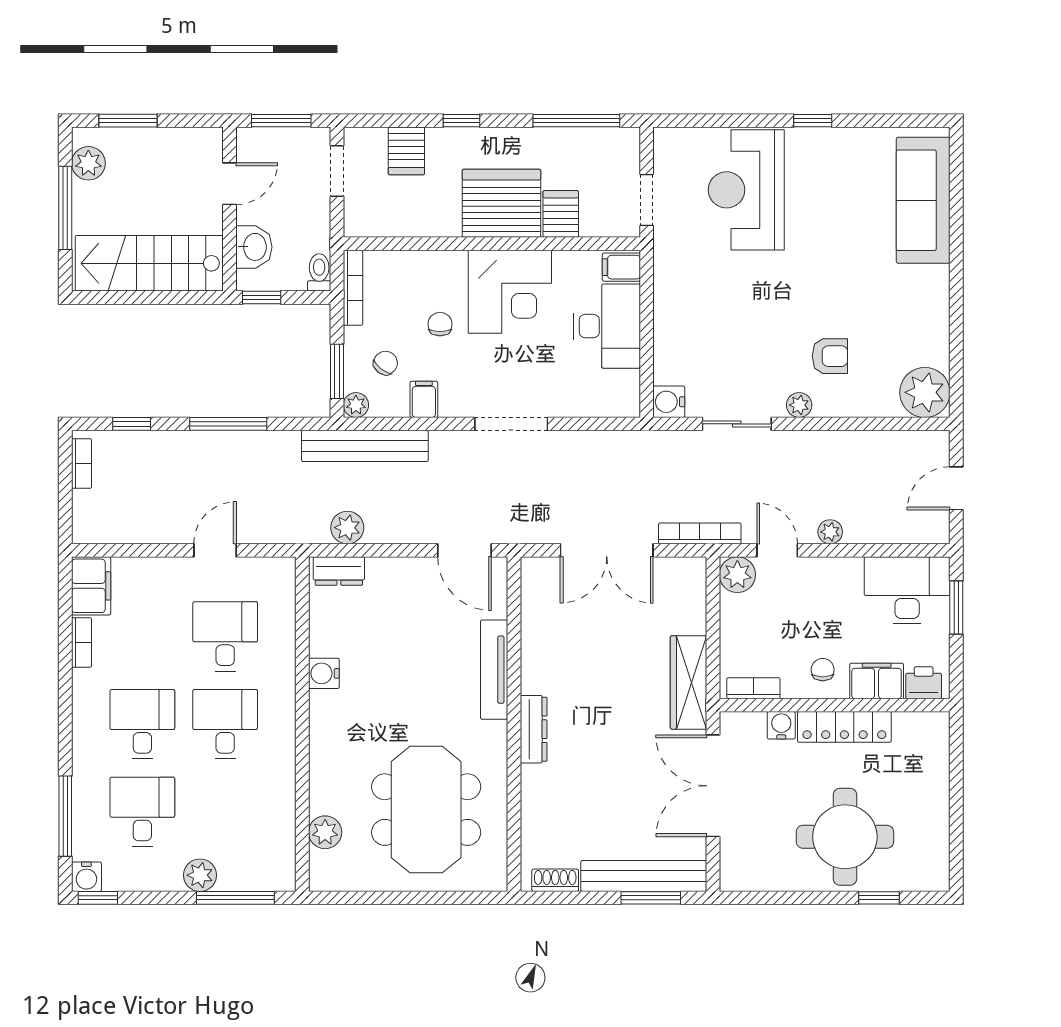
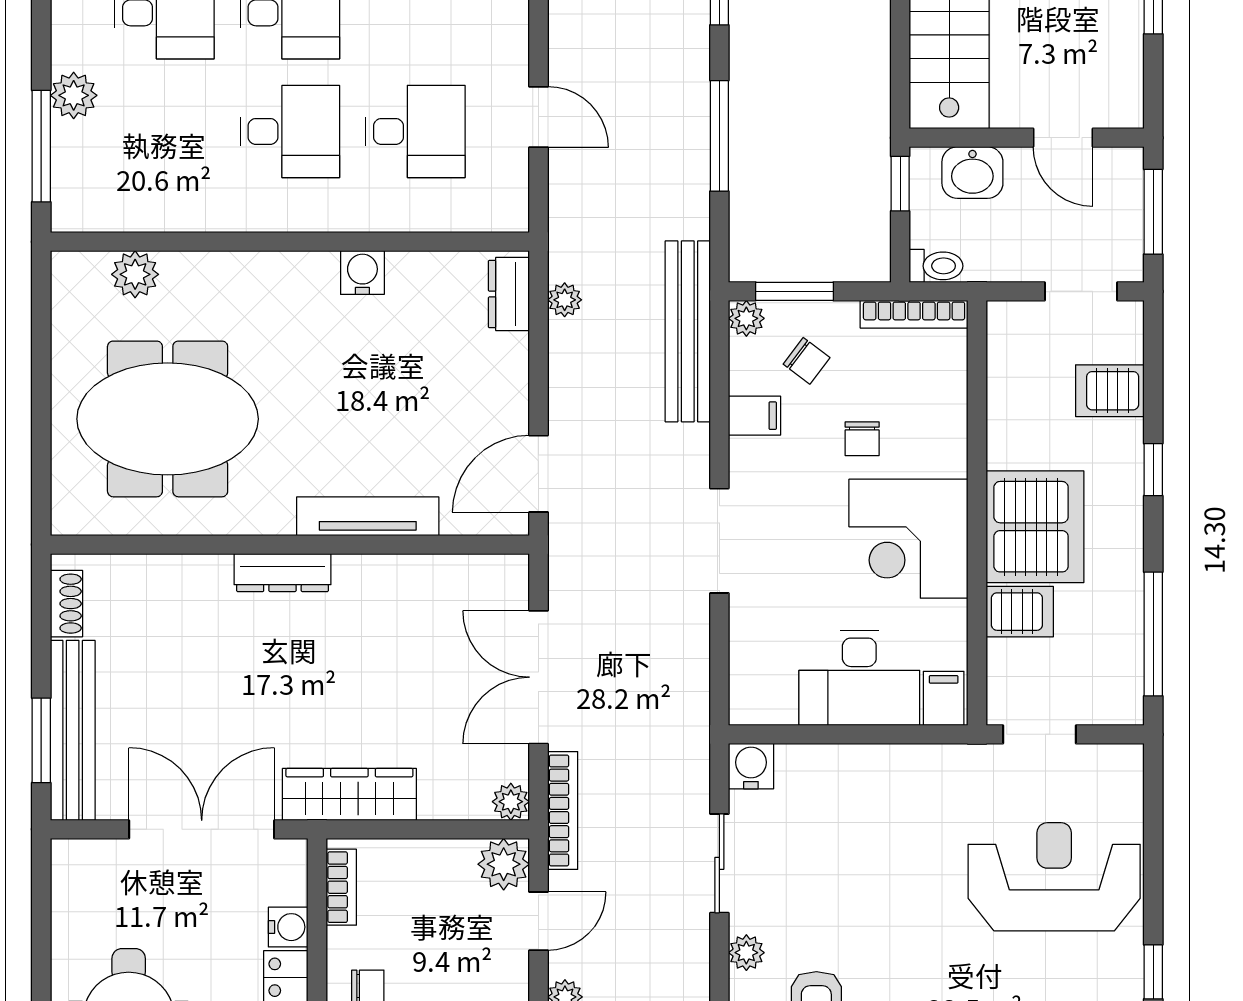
chair: (440, 324) -> (862, 439), turned 90
plant: (347, 528) -> (565, 300), width x0.73, depth x0.73
plant: (694, 570) -> (511, 802), added

